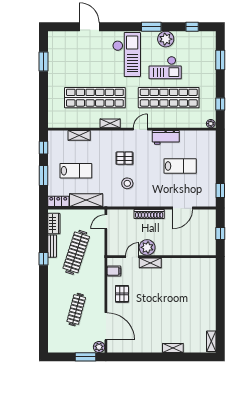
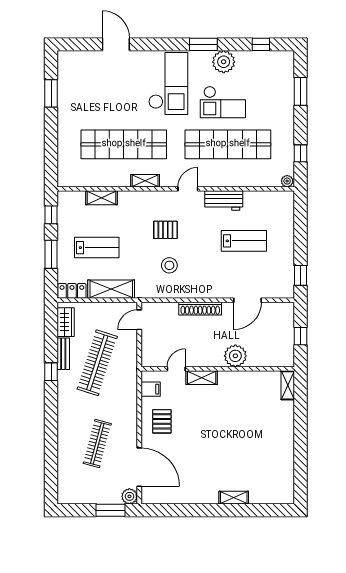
plant: (147, 247) -> (235, 356), moved
shelving: (211, 341) -> (288, 385), moved

